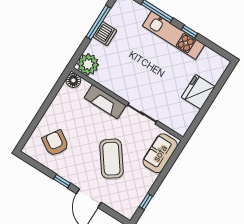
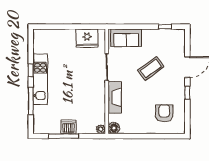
plant: (88, 64) -> (101, 129), width x0.53, depth x0.53
fridge: (198, 92) -> (87, 38), moved
armchair: (56, 143) -> (164, 113), turned 147
coffee table: (111, 159) -> (151, 69), width x0.73, depth x0.76

